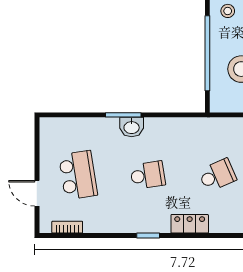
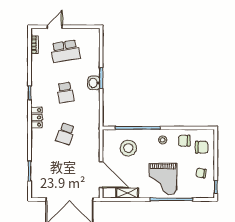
school desk: (217, 175) -> (65, 134), turned 42

